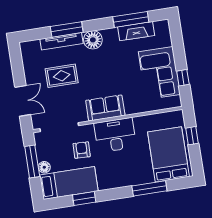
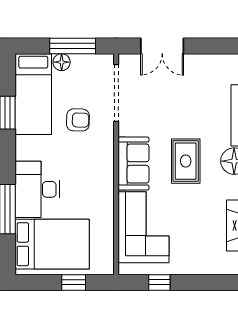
corner sofa: (159, 73) -> (143, 227), moved, turned 90
rug: (62, 76) -> (186, 161), moved
desk: (115, 135) -> (37, 189), moved, turned 180

